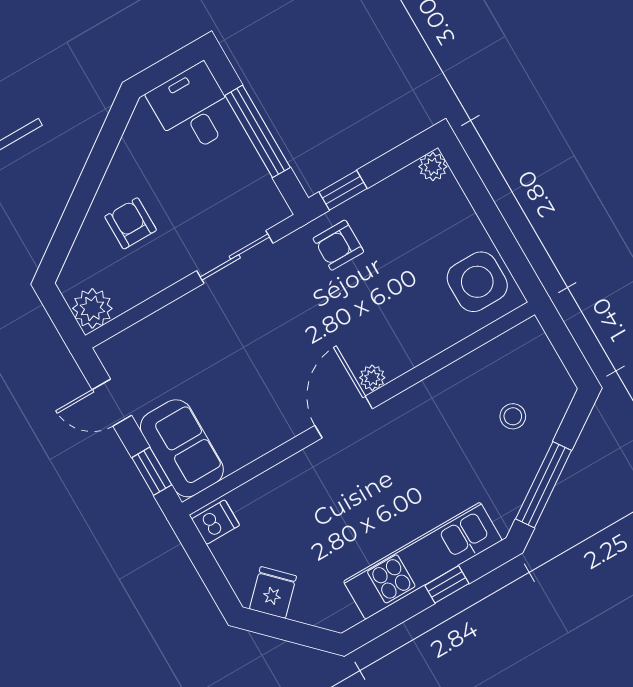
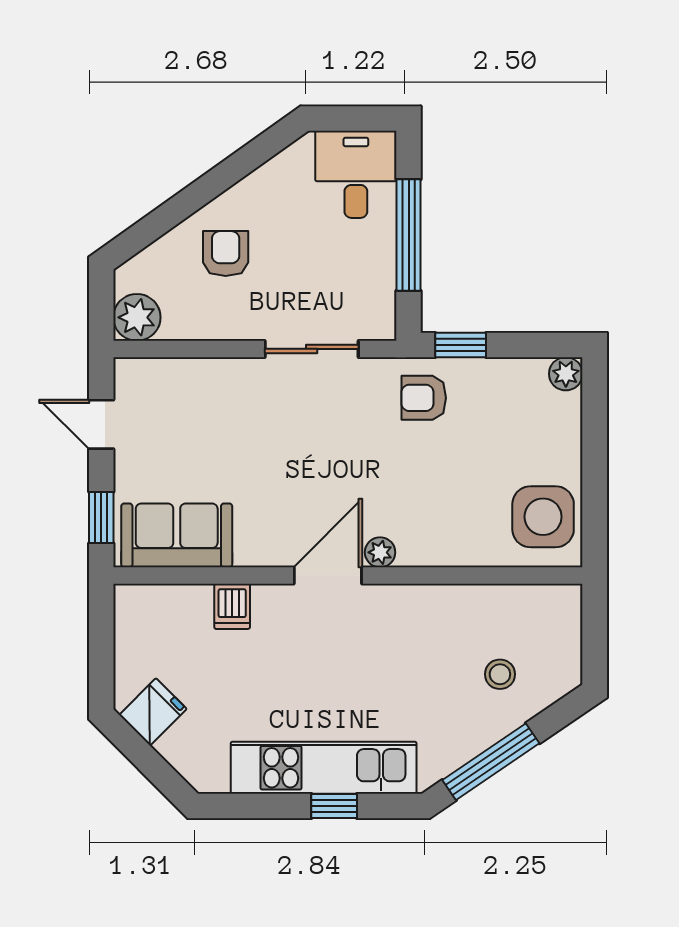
sofa: (182, 448) -> (177, 535), moved, turned -90
dishwasher: (216, 522) -> (232, 606), moved, turned 90

